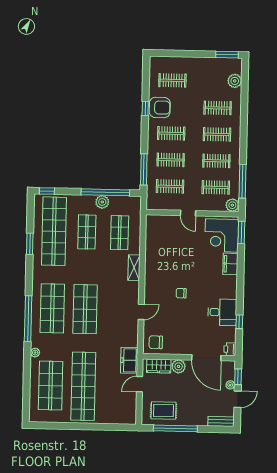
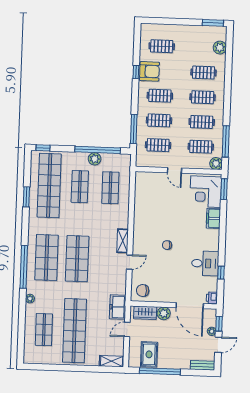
shelving: (134, 268) -> (123, 241), moved
shop shelf: (51, 386) -> (44, 330), width x0.70, depth x0.74
rug: (164, 411) -> (149, 354), turned 90
shelving: (123, 418) -> (112, 361), added

